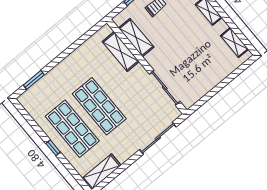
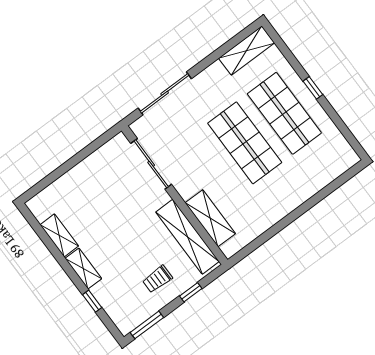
shelving: (136, 38) -> (187, 237), width x1.47
shelving: (234, 43) -> (59, 235), moved
window: (34, 80) -> (335, 185), removed

